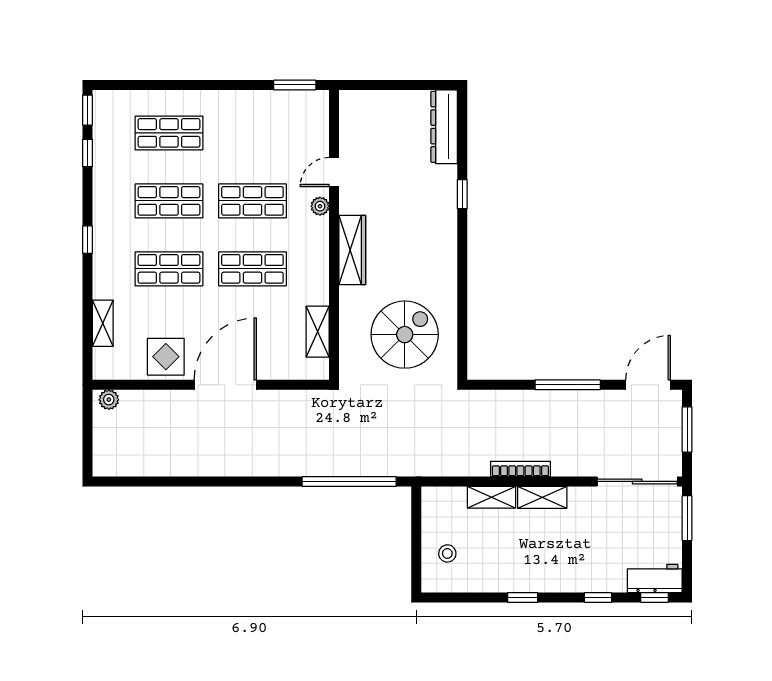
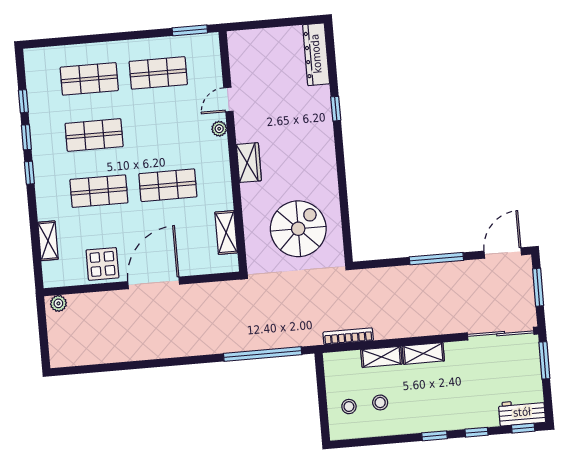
window: (87, 110) -> (26, 137), moved
shop shelf: (252, 201) -> (158, 73), moved
wardrobe: (352, 250) -> (249, 163), width x0.67
bookcase: (520, 469) -> (348, 336), moved
stool: (485, 552) -> (380, 402), added
window: (523, 598) -> (434, 436), moved

